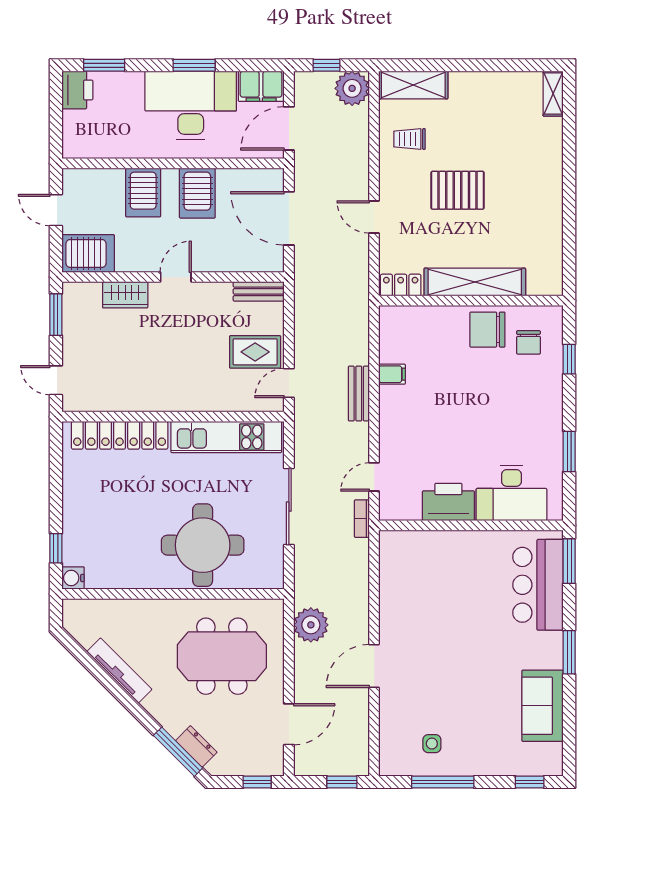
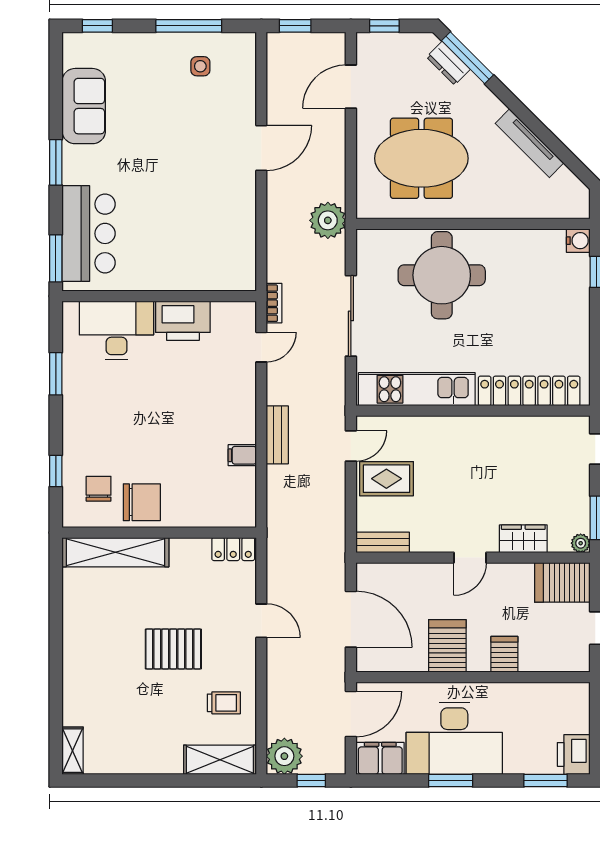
server rack: (143, 193) -> (504, 654), width x0.73, depth x0.70
shelving: (475, 282) -> (115, 552), moved
plant: (71, 291) -> (581, 543), added
plant: (311, 625) -> (328, 220), moved

